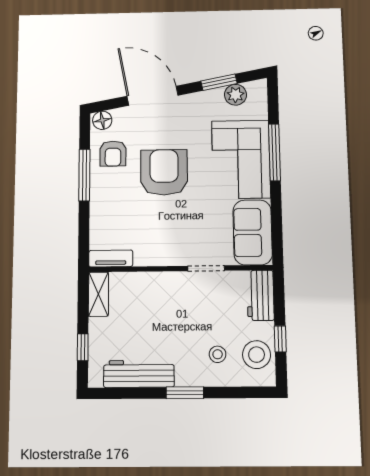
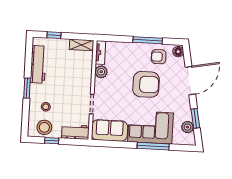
plant: (146, 255) -> (101, 72), added

